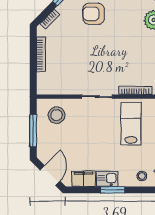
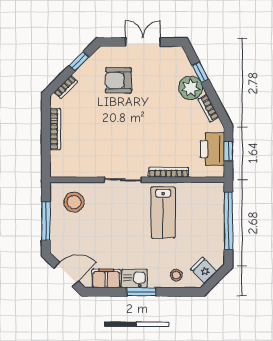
lab bench: (131, 124) -> (163, 212), turned 180
door: (50, 175) -> (66, 275), hinge flipped

